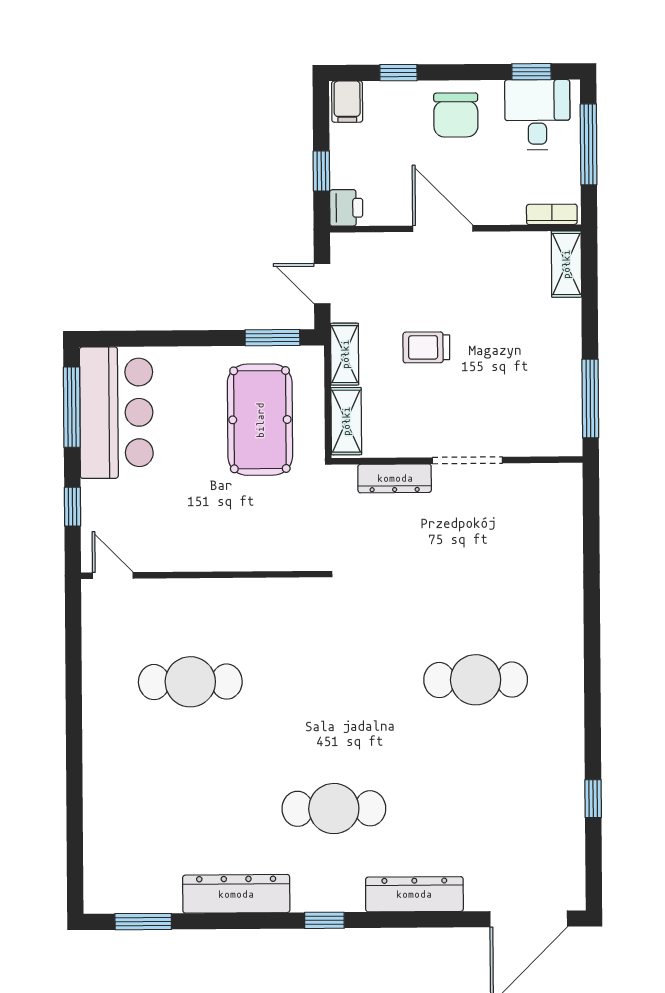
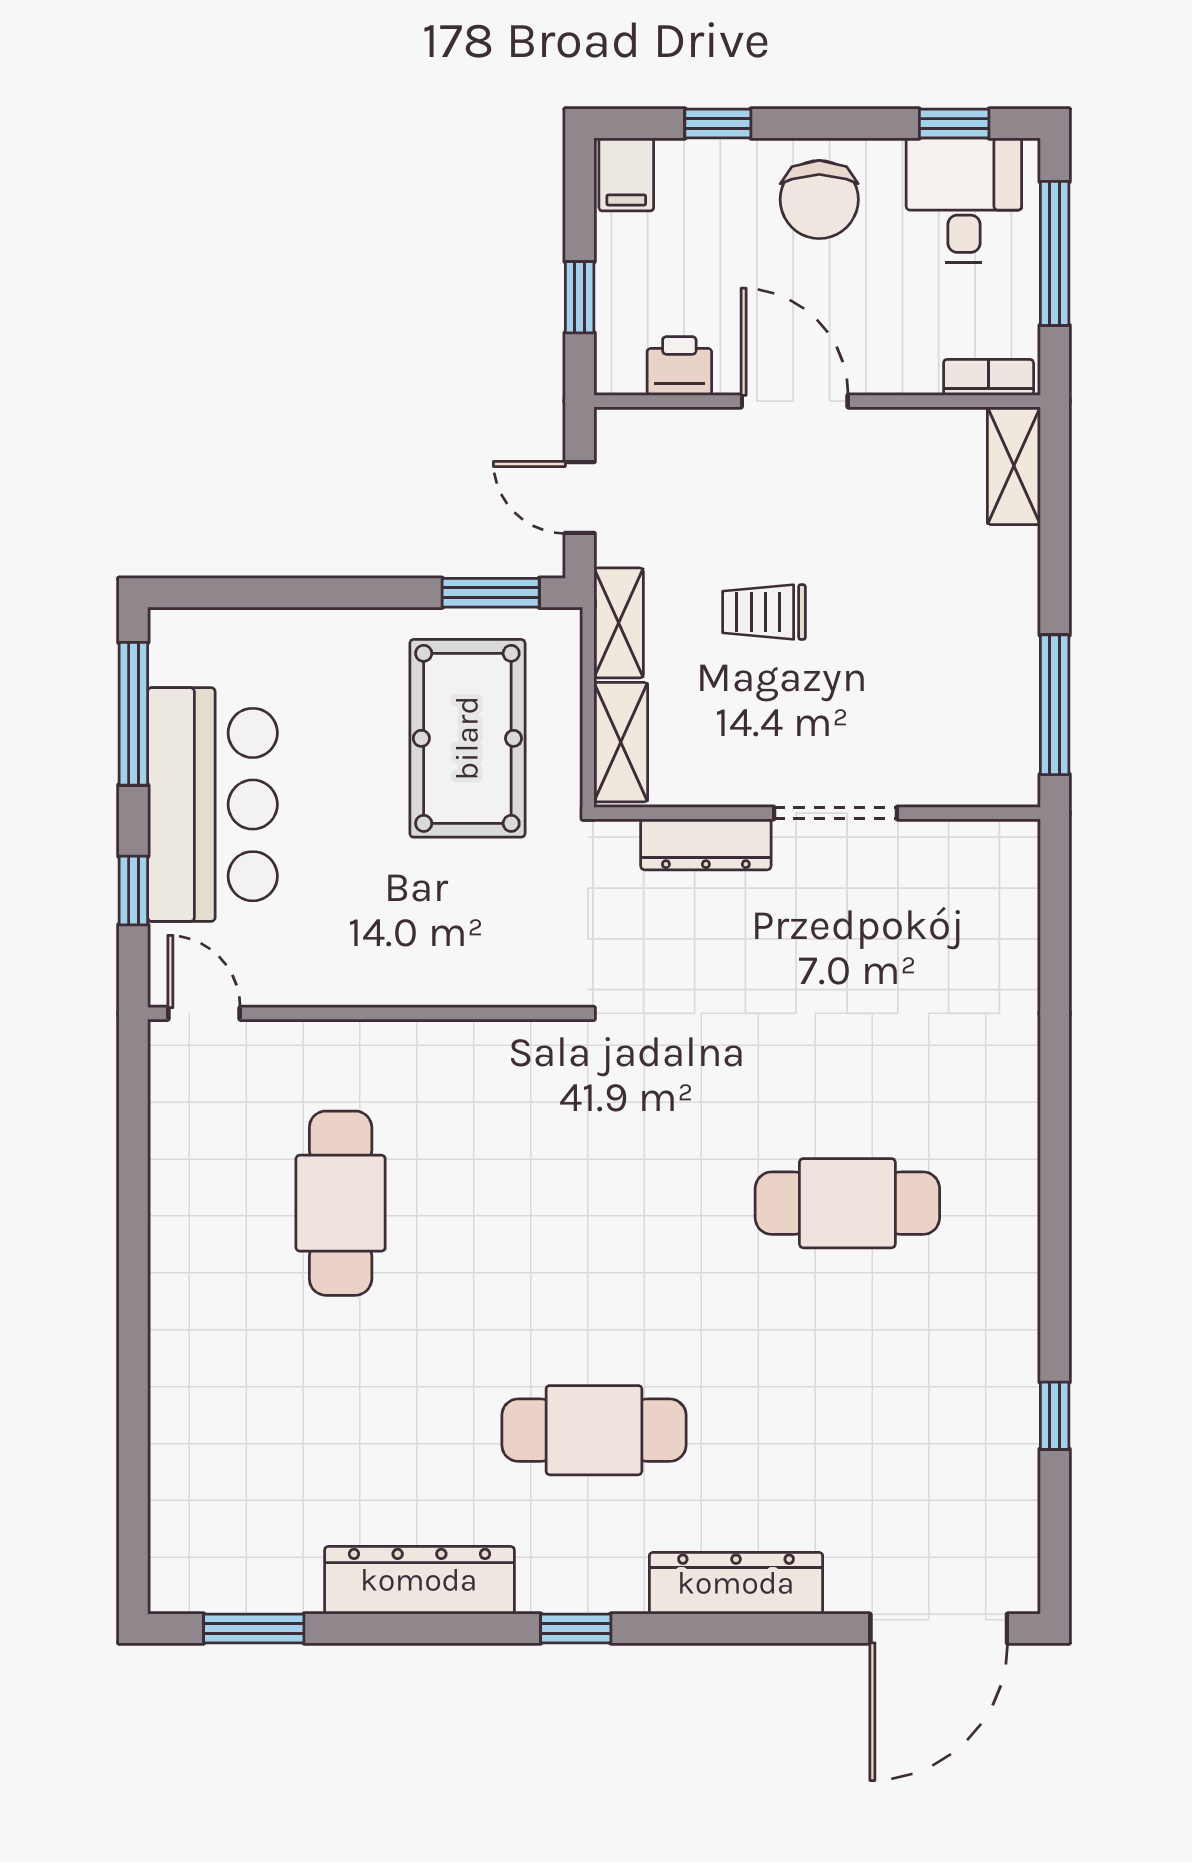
printer: (346, 208) -> (679, 366), moved, turned -90
bar counter: (116, 413) -> (212, 805), moved
cafe table: (190, 682) -> (341, 1203), turned 90

